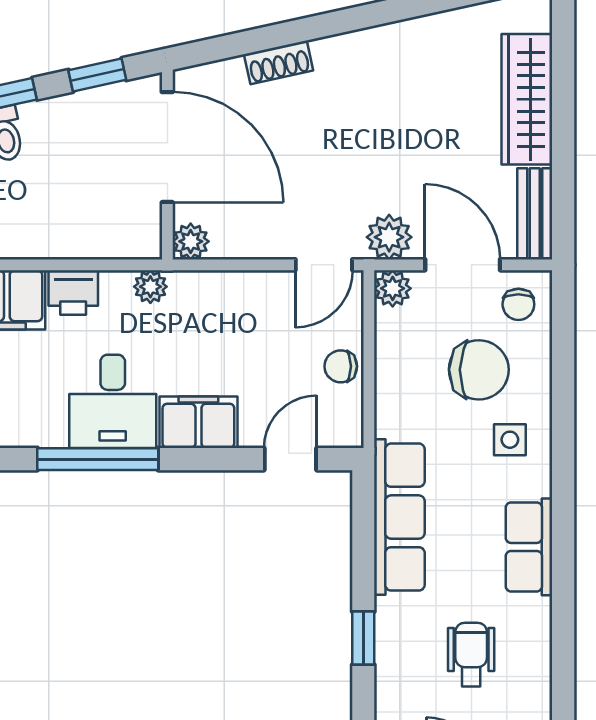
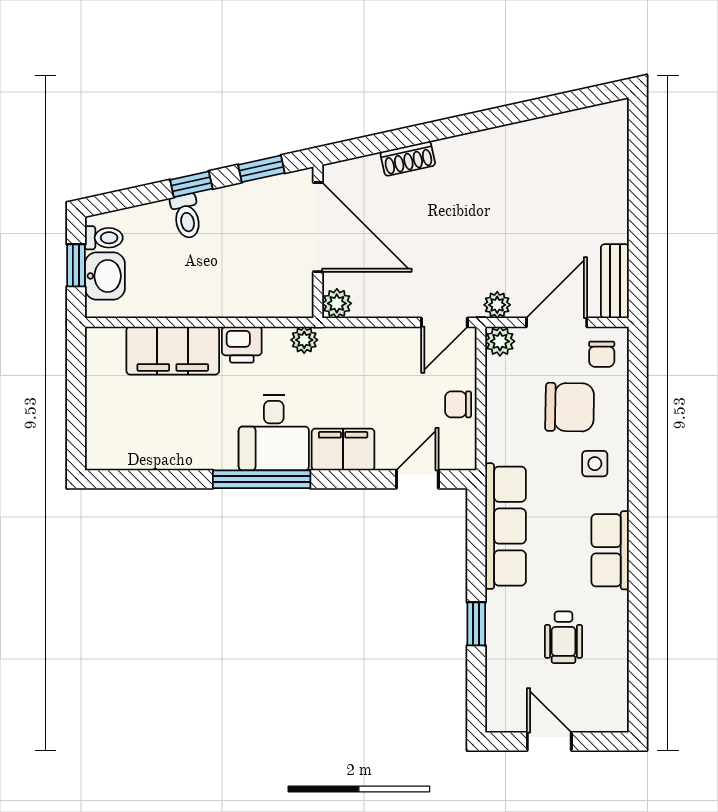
wardrobe: (527, 99) -> (609, 188), removed
plant: (389, 237) -> (497, 305), width x0.73, depth x0.73
door: (463, 265) -> (557, 322), hinge flipped
wheelchair: (471, 655) -> (563, 637), turned 180

